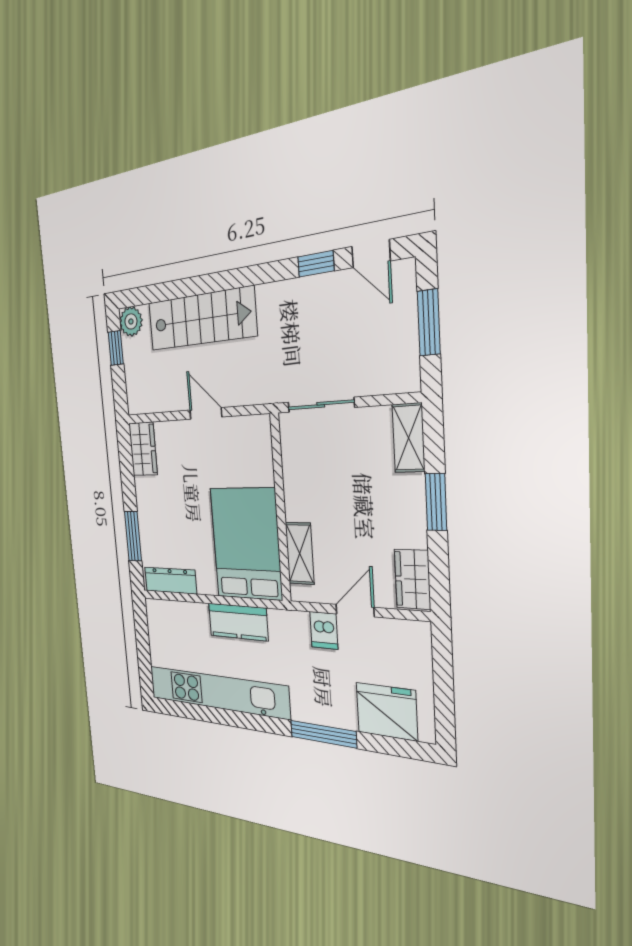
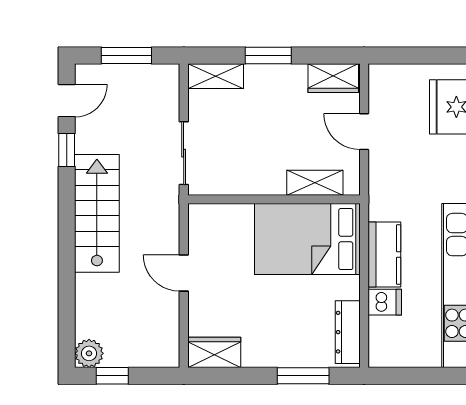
stairs: (201, 319) -> (97, 213), moved
door: (206, 413) -> (184, 273), hinge flipped
dishwasher: (324, 630) -> (385, 302), moved

